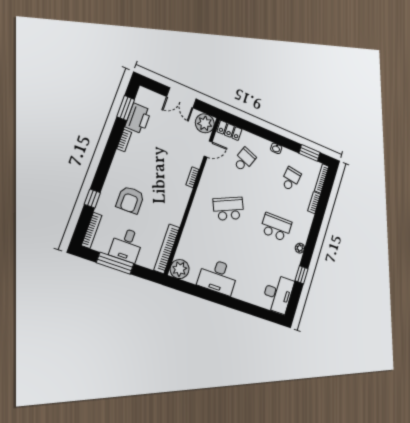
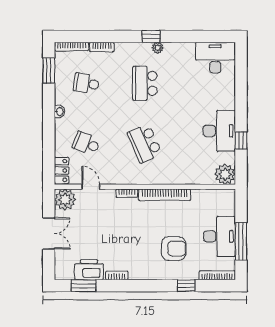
desk: (127, 245) -> (219, 236), width x1.37
bookcase: (167, 249) -> (164, 195), moved
window: (302, 275) -> (151, 36), moved
window: (204, 293) -> (241, 141), added

